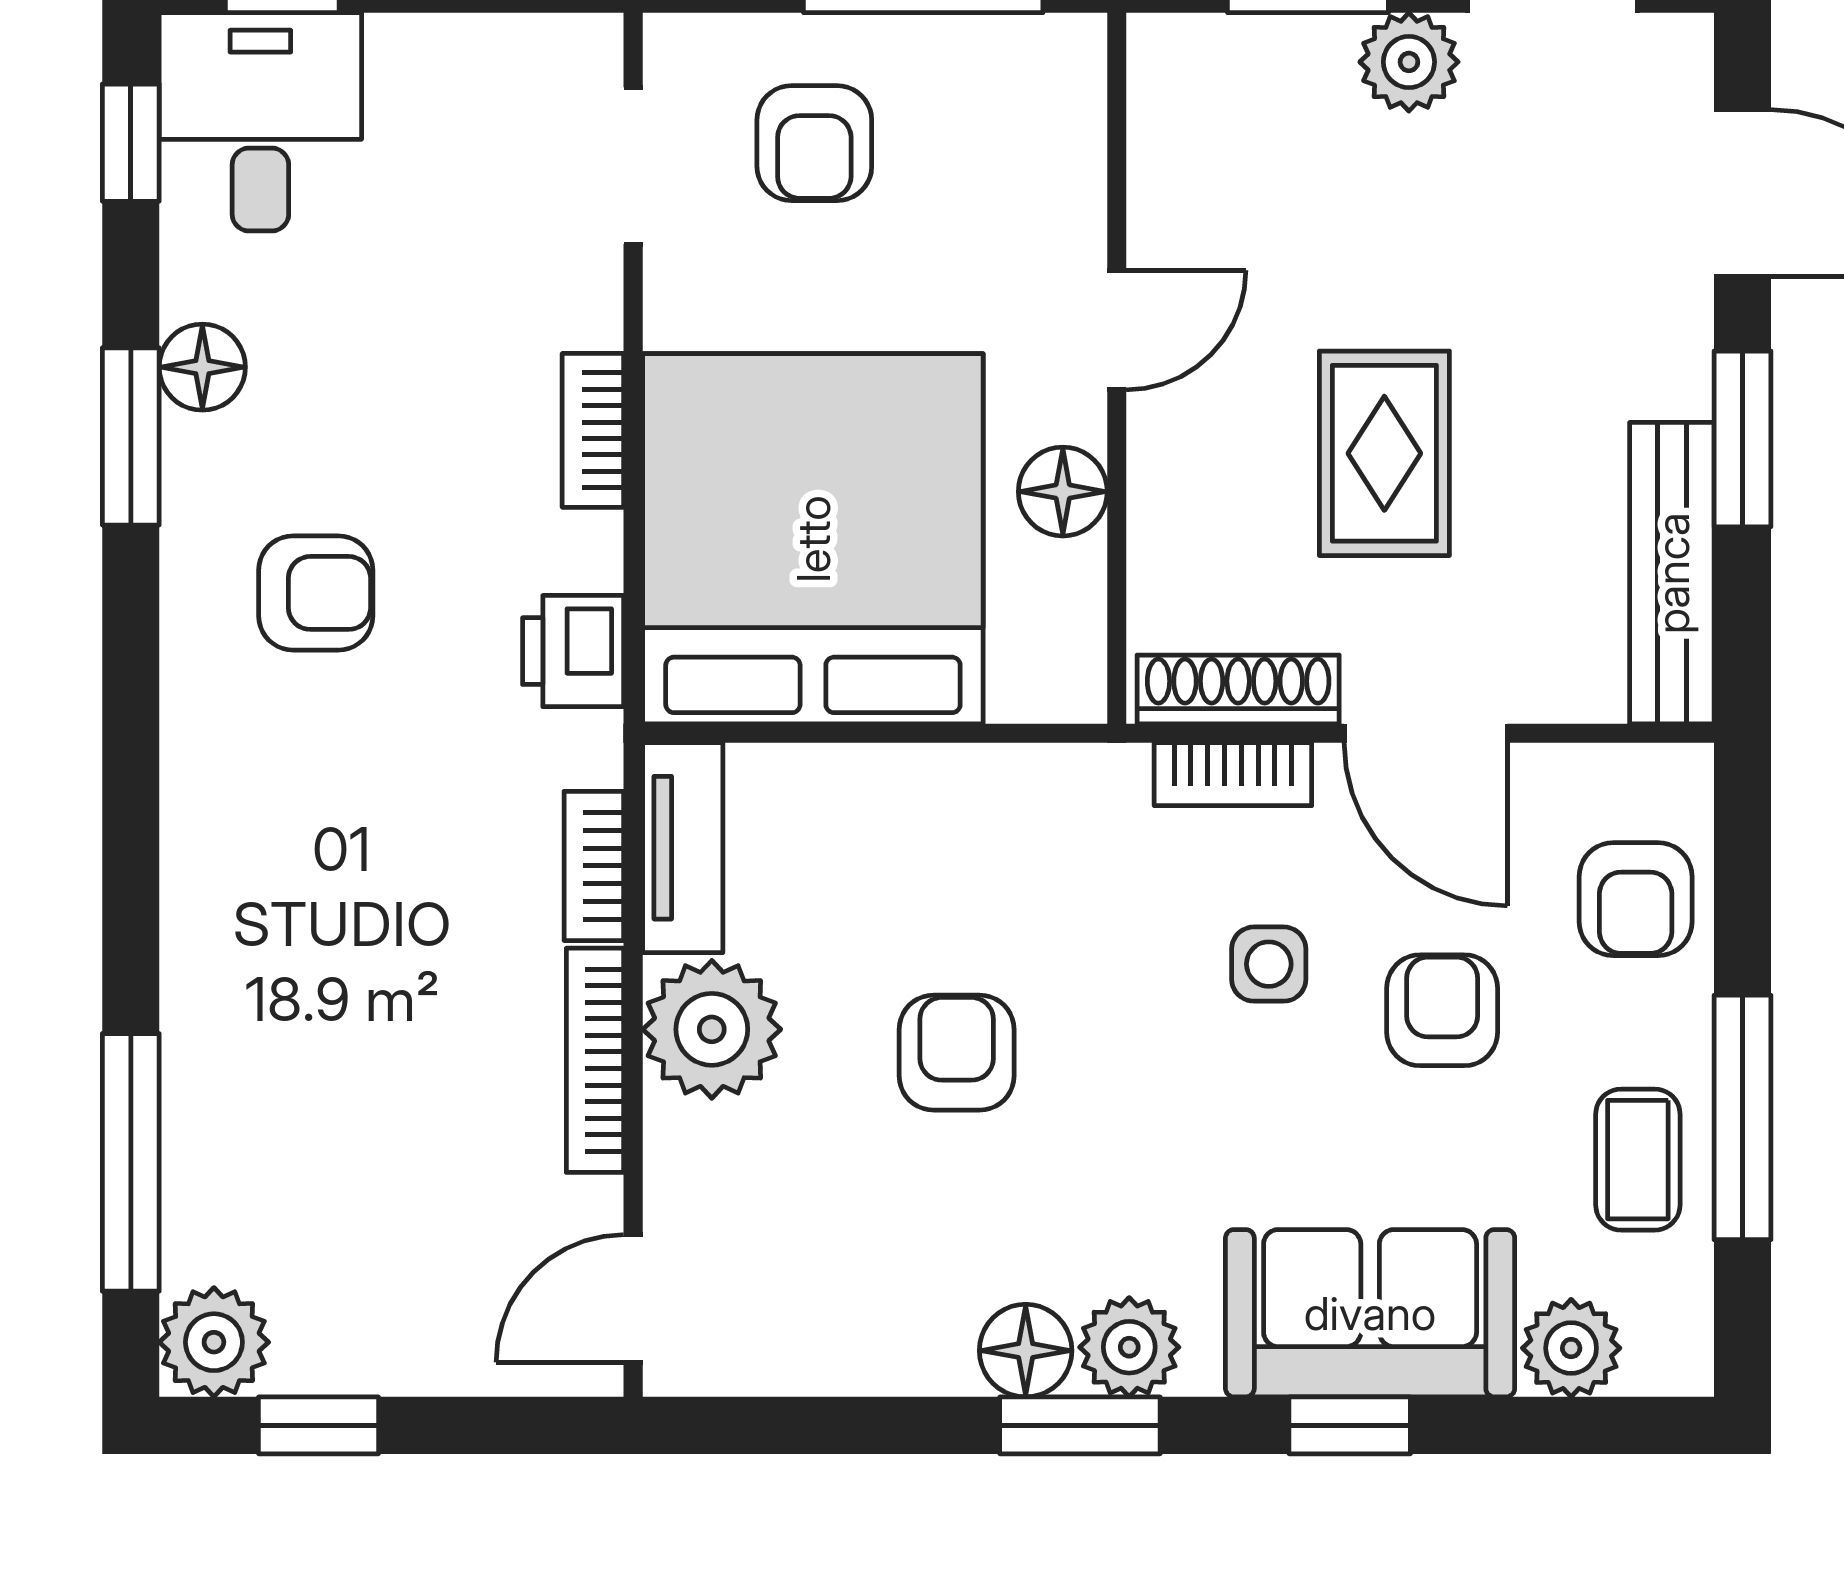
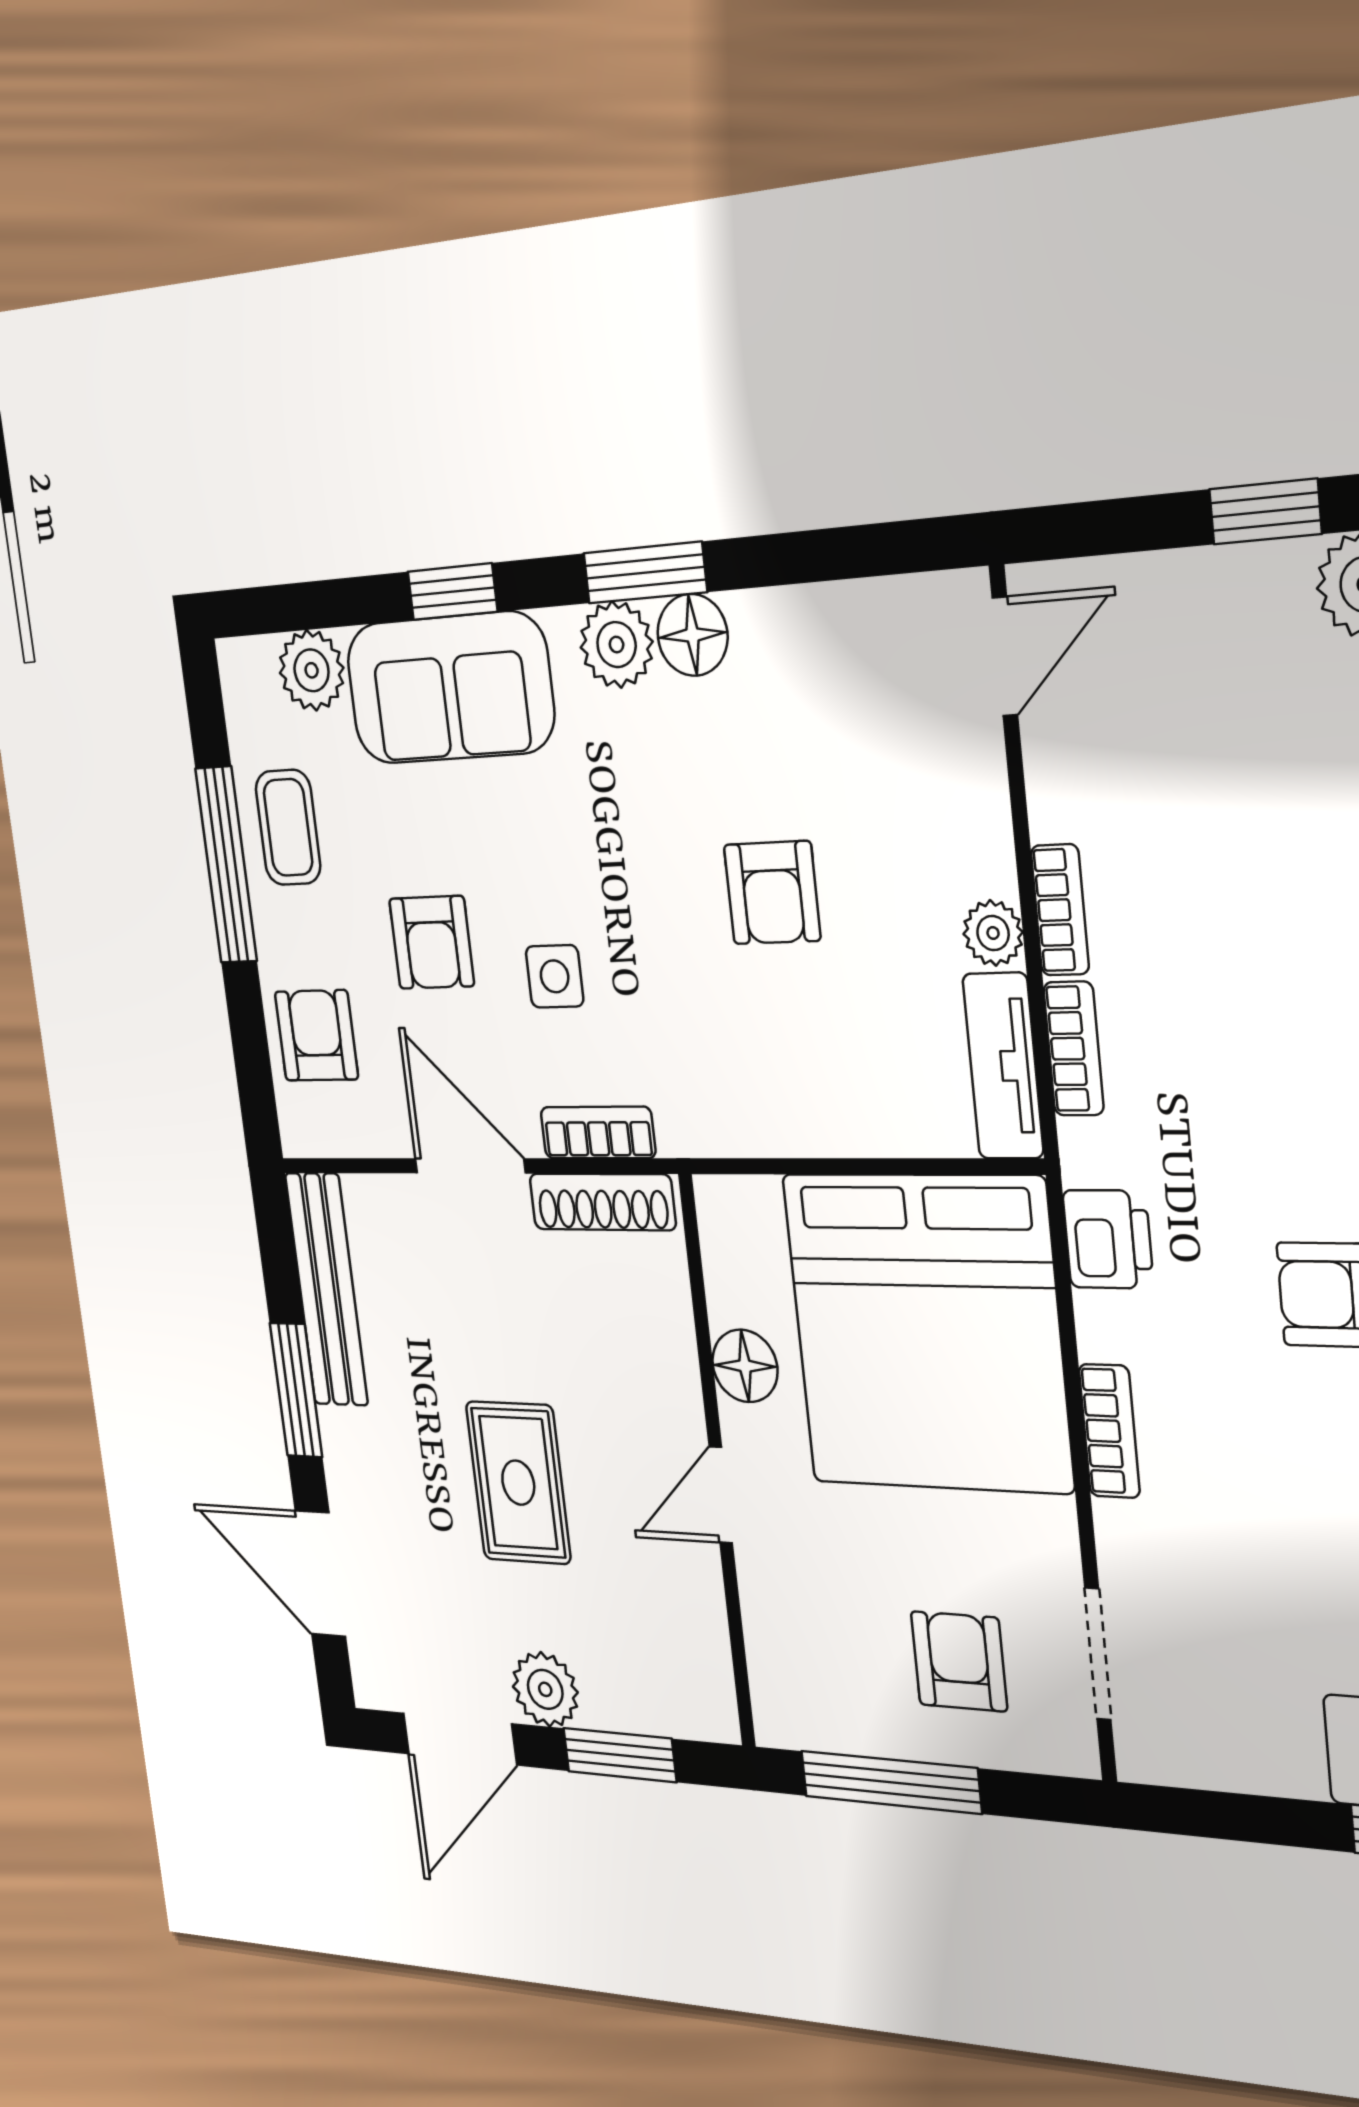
rug: (1384, 453) -> (518, 1483), moved
plant: (712, 1029) -> (993, 933), width x0.53, depth x0.53
bookcase: (595, 1060) -> (1060, 910), width x0.64

